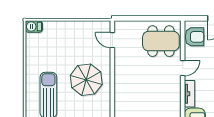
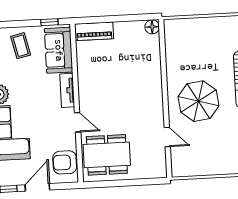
door: (112, 40) -> (167, 137), moved
door: (183, 68) -> (78, 122), swing flipped

